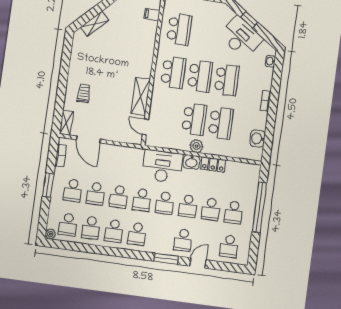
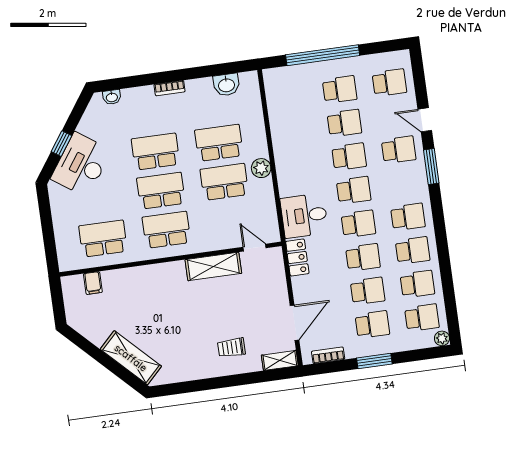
shelving: (95, 24) -> (131, 358), width x1.50, depth x1.33
desk: (241, 37) -> (81, 165), moved
door: (145, 127) -> (255, 248), swing flipped
washbasin: (191, 162) -> (286, 169), removed
locker: (213, 165) -> (297, 257), moved
desk: (162, 166) -> (304, 216), width x0.73

